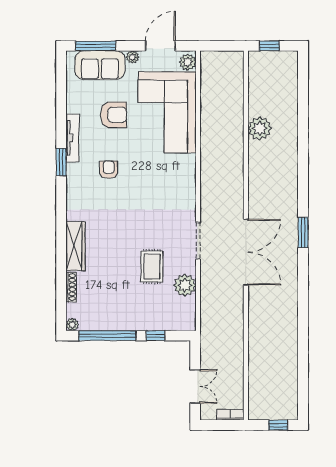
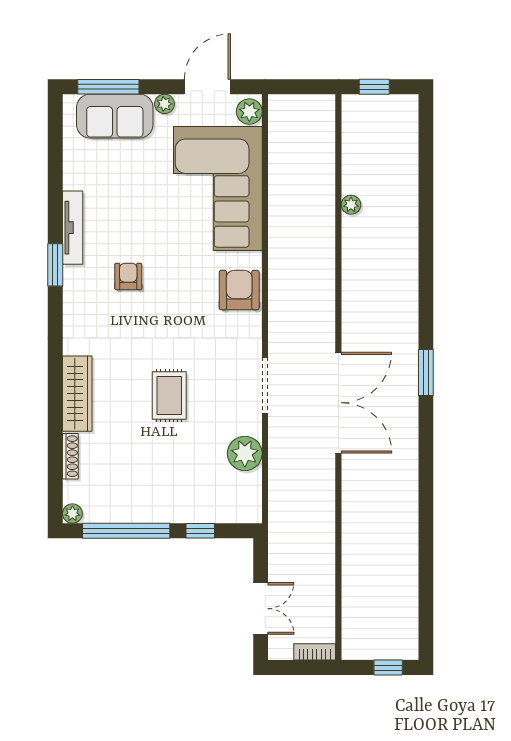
armchair: (114, 115) -> (239, 290), moved, turned -90
plant: (260, 128) -> (351, 205), width x0.53, depth x0.53
rug: (152, 267) -> (169, 396), moved

